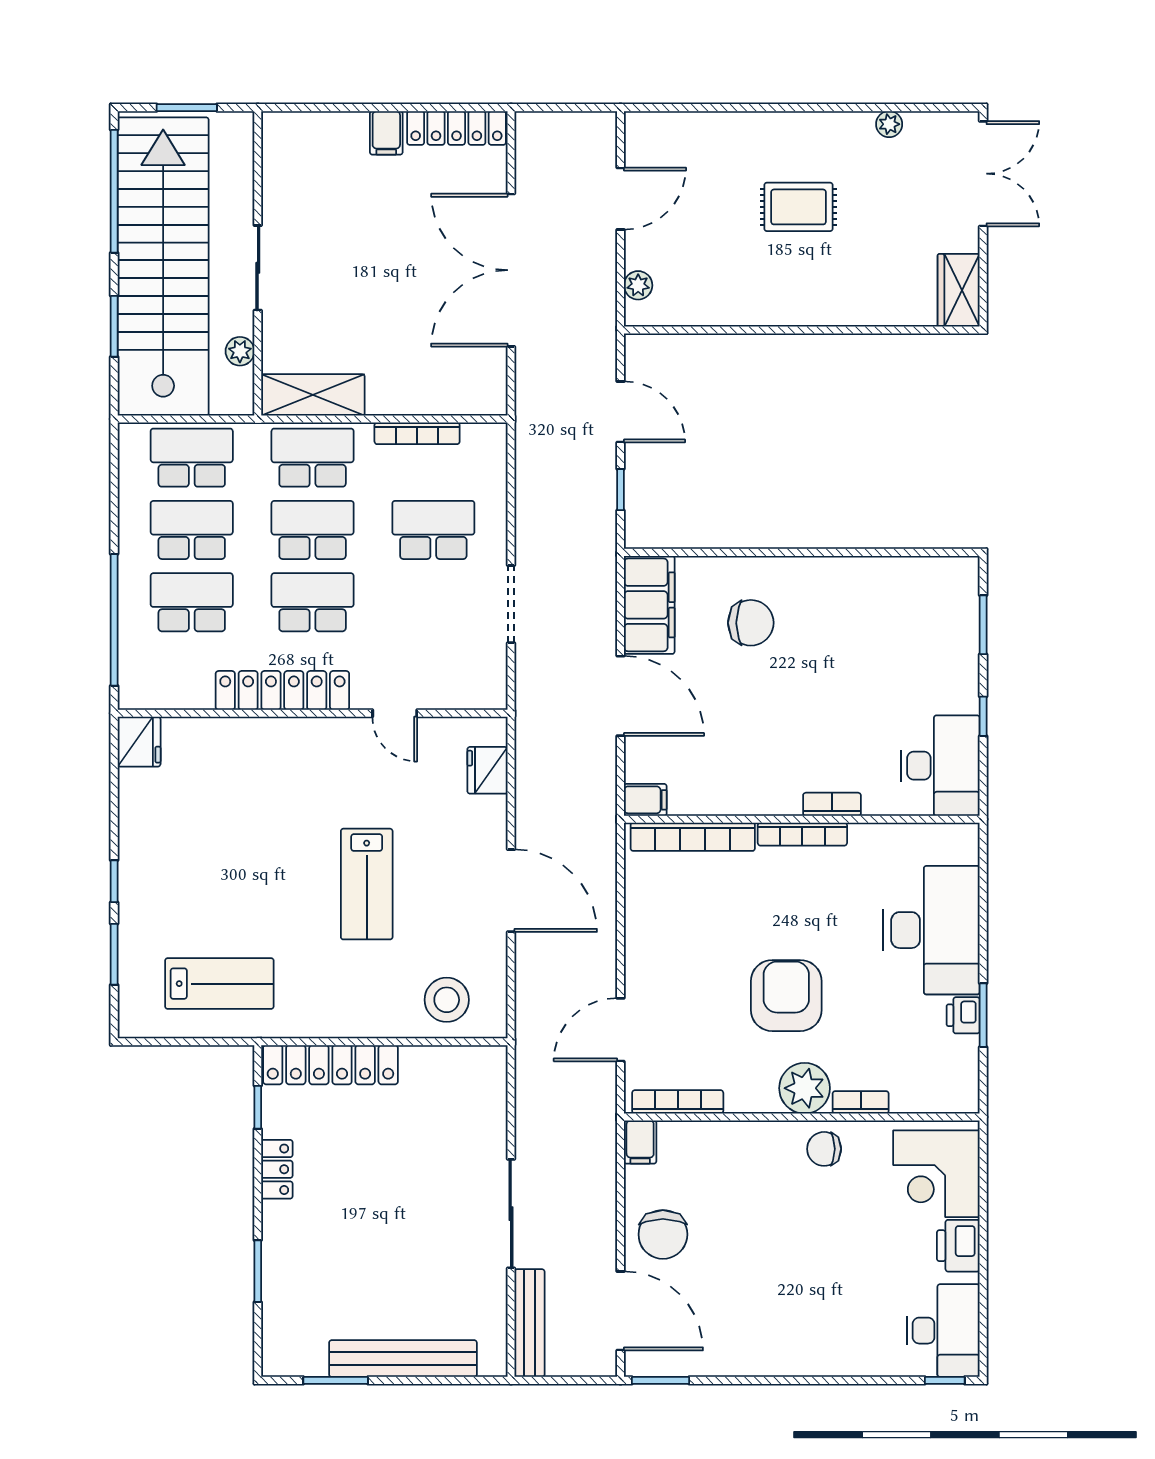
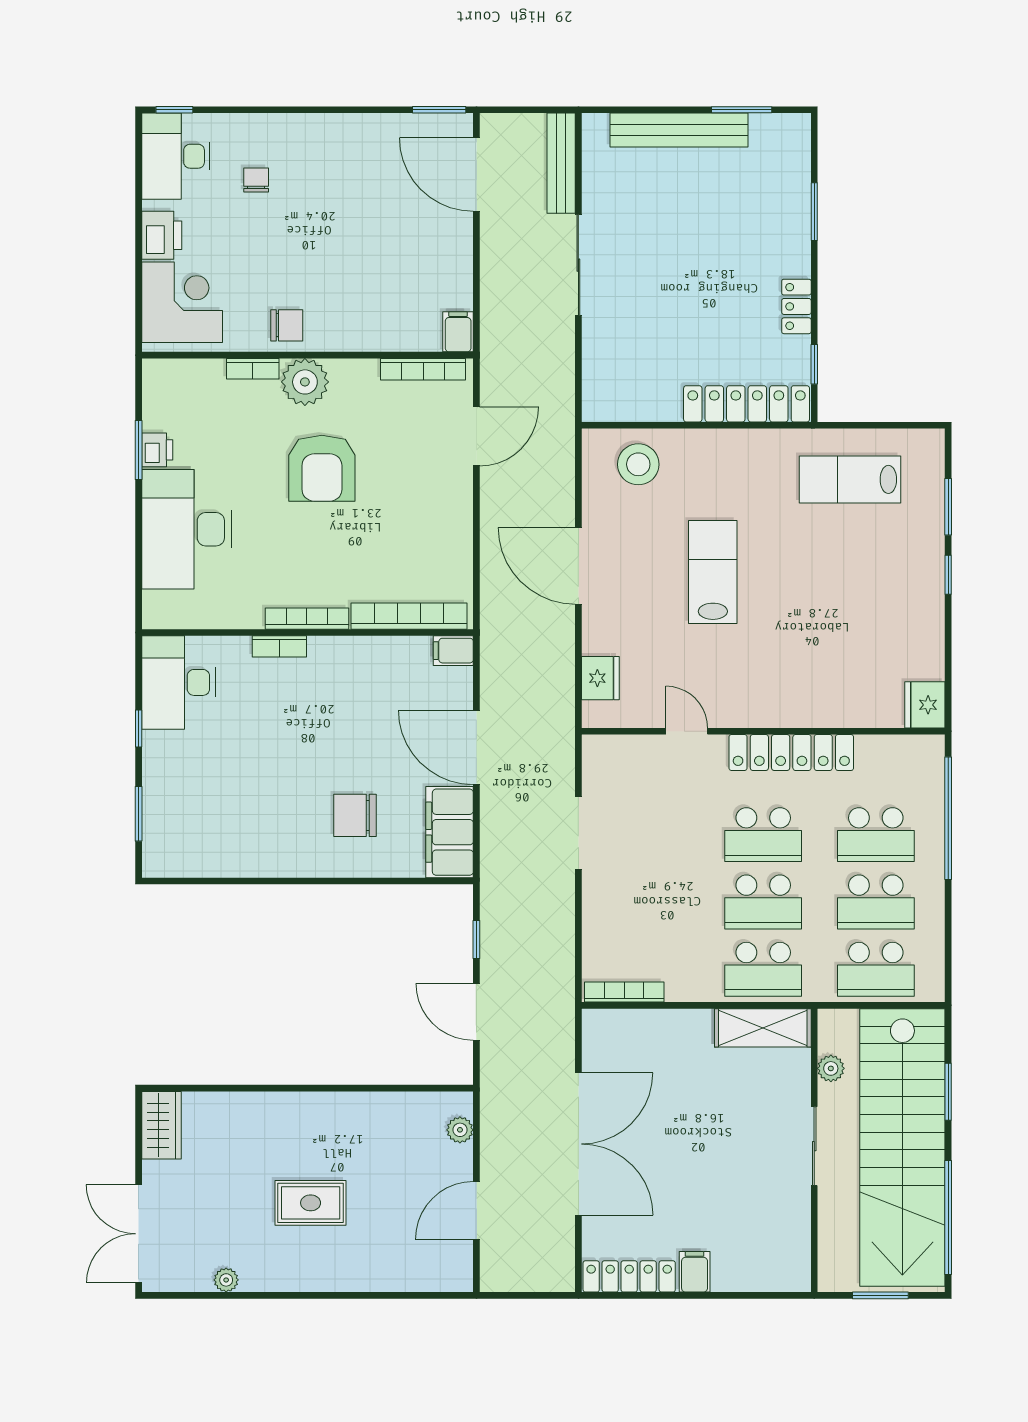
bookcase: (417, 433) -> (624, 992), moved
school desk: (433, 530) -> (651, 902), removed
chair: (663, 1234) -> (256, 180), moved, width x0.54, depth x0.54

